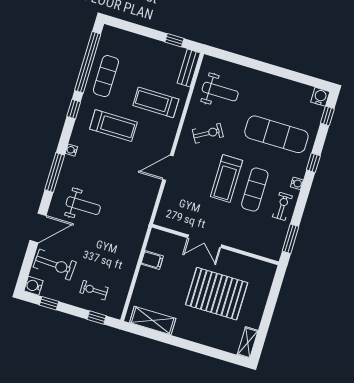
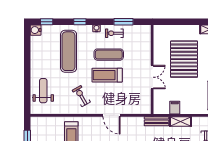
bench: (189, 68) -> (157, 121), moved
weight bench: (220, 92) -> (43, 91), moved
treadmill: (226, 179) -> (107, 75), turned 180
window: (290, 239) -> (123, 22), moved
shelving: (130, 262) -> (180, 122), added

